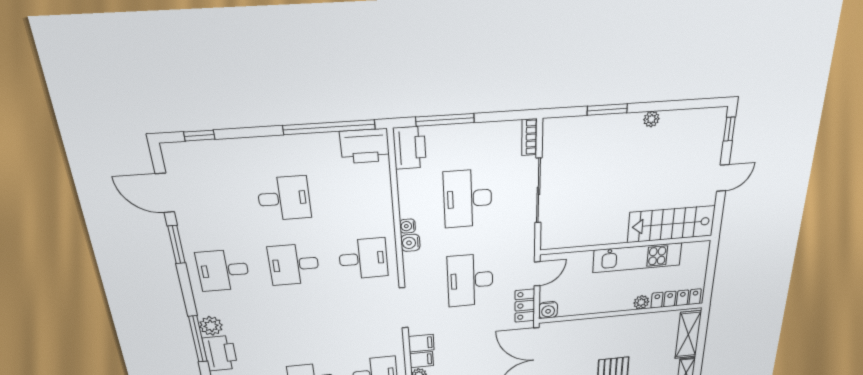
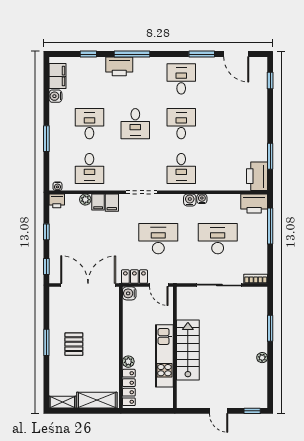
window: (329, 127) -> (270, 156), width x0.47
door: (165, 193) -> (236, 54), swing flipped
desk: (284, 198) -> (135, 124), moved
stairs: (671, 224) -> (188, 350), moved
plant: (211, 326) -> (141, 64), removed

